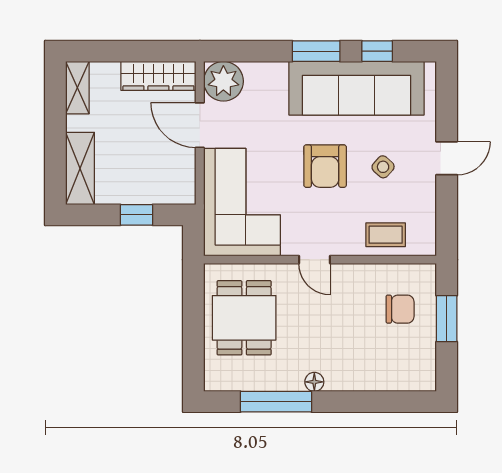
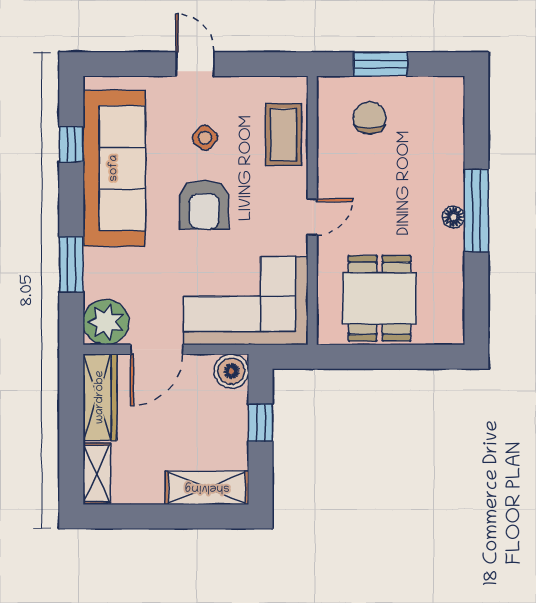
window: (316, 51) -> (71, 264), moved
shelving: (77, 88) -> (97, 473), moved, turned 90
armchair: (325, 166) -> (204, 205), turned 90
boiler: (181, 190) -> (231, 371), added
coffee table: (386, 235) -> (283, 135), width x1.36, depth x1.30
dining table: (244, 318) -> (380, 298), turned 90
window: (276, 402) -> (476, 211), moved

